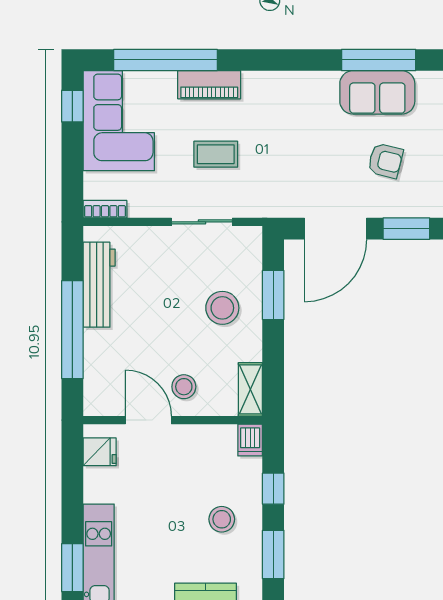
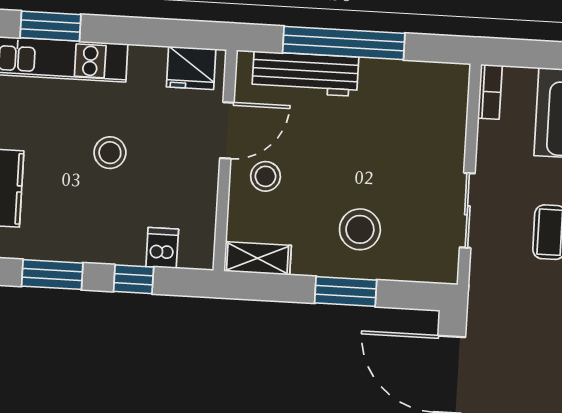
workbench: (99, 285) -> (305, 74), moved
window: (273, 295) -> (346, 291), moved
dishwasher: (250, 440) -> (162, 248), moved, turned 90
fridge: (100, 452) -> (191, 68), width x1.38
stool: (222, 519) -> (110, 153), moved

